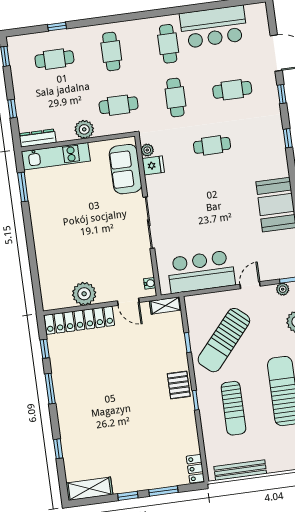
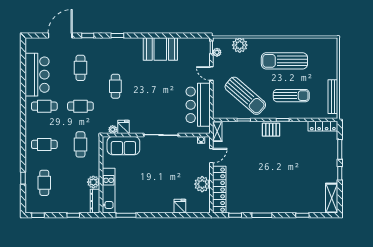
plant: (84, 129) -> (93, 182), moved
fridge: (47, 265) -> (180, 206), added
locker: (195, 469) -> (323, 126), width x1.53

